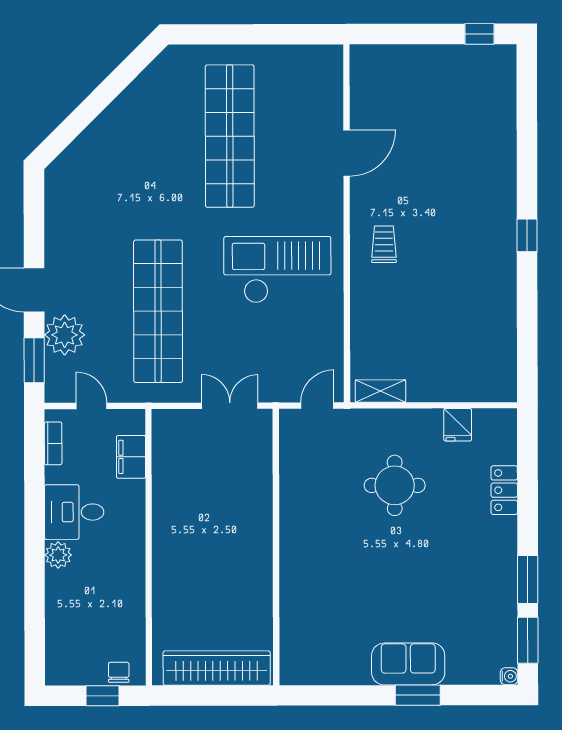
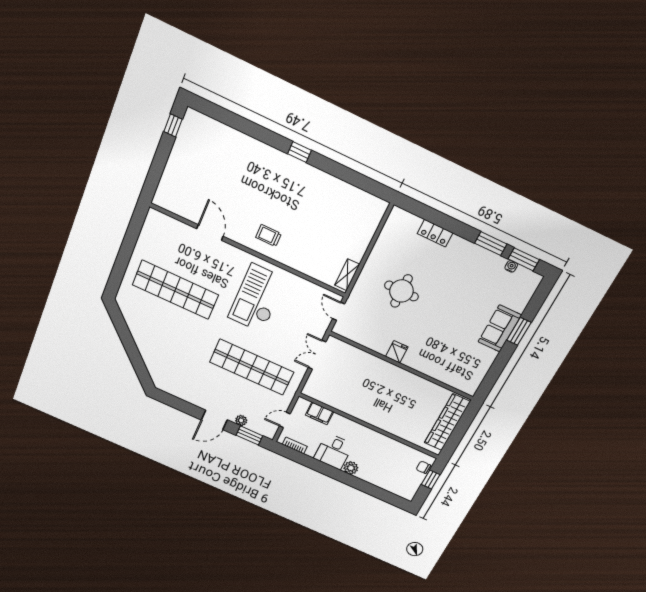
plant: (65, 335) -> (241, 420), width x0.53, depth x0.53
fridge: (458, 425) -> (397, 352), moved, turned -90
water cooler: (509, 676) -> (511, 266), moved

